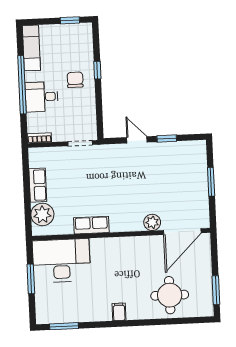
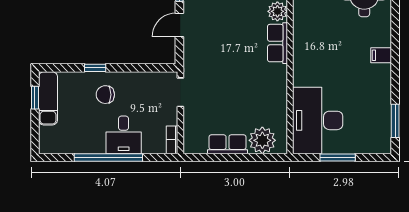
exam couch: (31, 48) -> (48, 98), moved, turned 90
row of seats: (91, 225) -> (277, 43), moved

